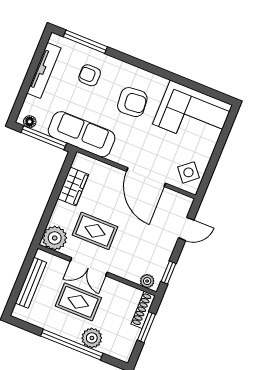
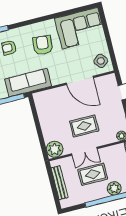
armchair: (132, 102) -> (43, 45), turned -80
wardrobe: (73, 187) -> (44, 114), removed
rug: (95, 231) -> (84, 126), moved

